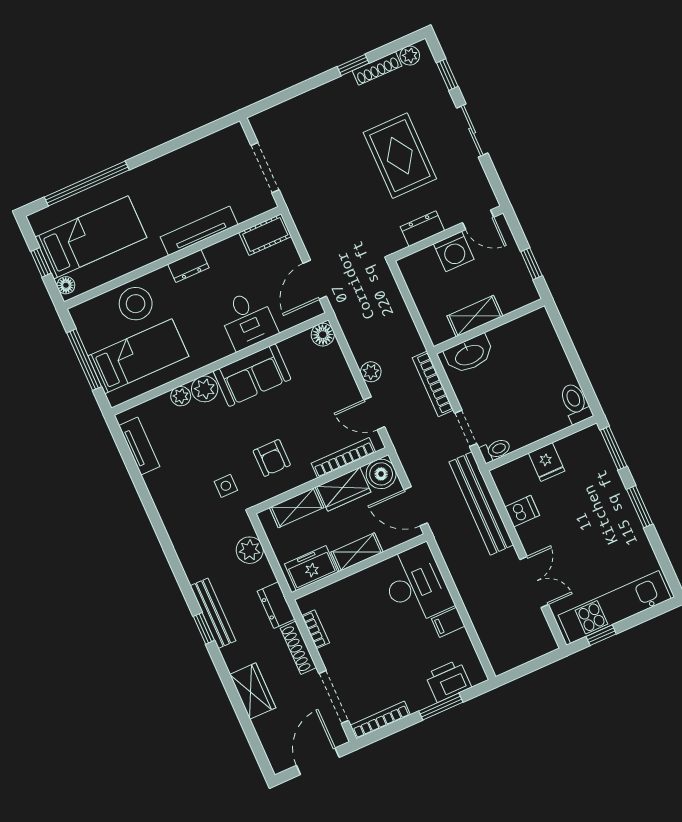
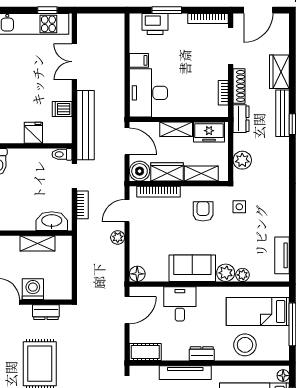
bookcase: (433, 384) -> (82, 205), width x0.64
door: (374, 413) -> (127, 211), swing flipped
bench: (213, 613) -> (283, 113), moved

